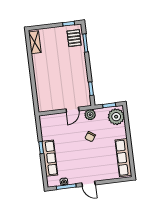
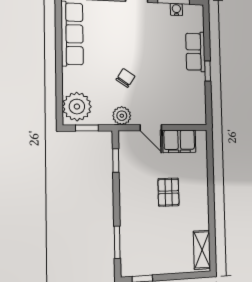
pallet: (74, 38) -> (168, 192), moved
filing cabinet: (55, 104) -> (179, 141), added
door: (72, 110) -> (151, 128), swing flipped
row of seats: (50, 158) -> (195, 52), width x0.68

